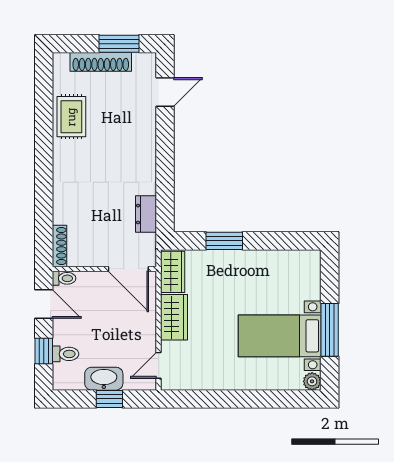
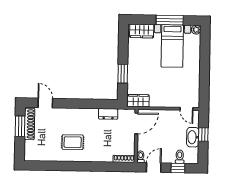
shoe rack: (101, 62) -> (29, 124), moved
rug: (71, 117) -> (73, 142), moved
wardrobe: (174, 317) -> (142, 31), moved, turned 180

